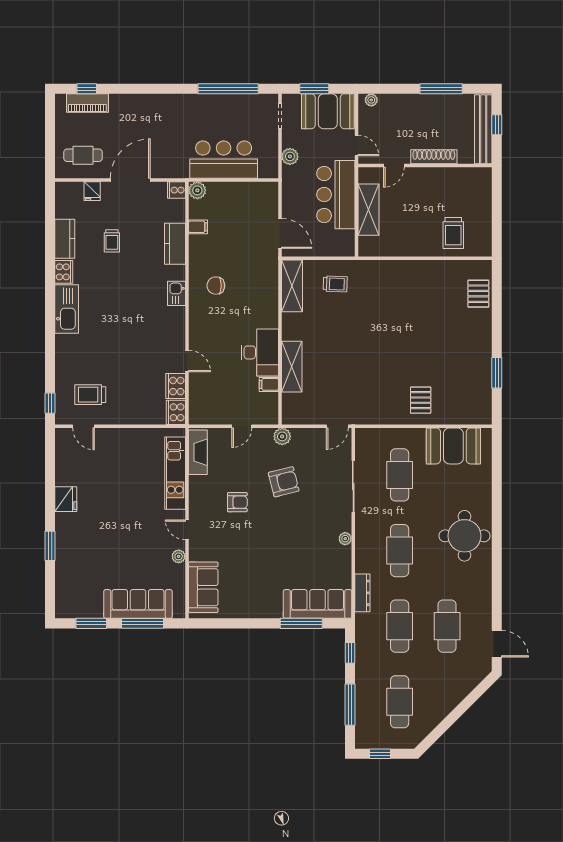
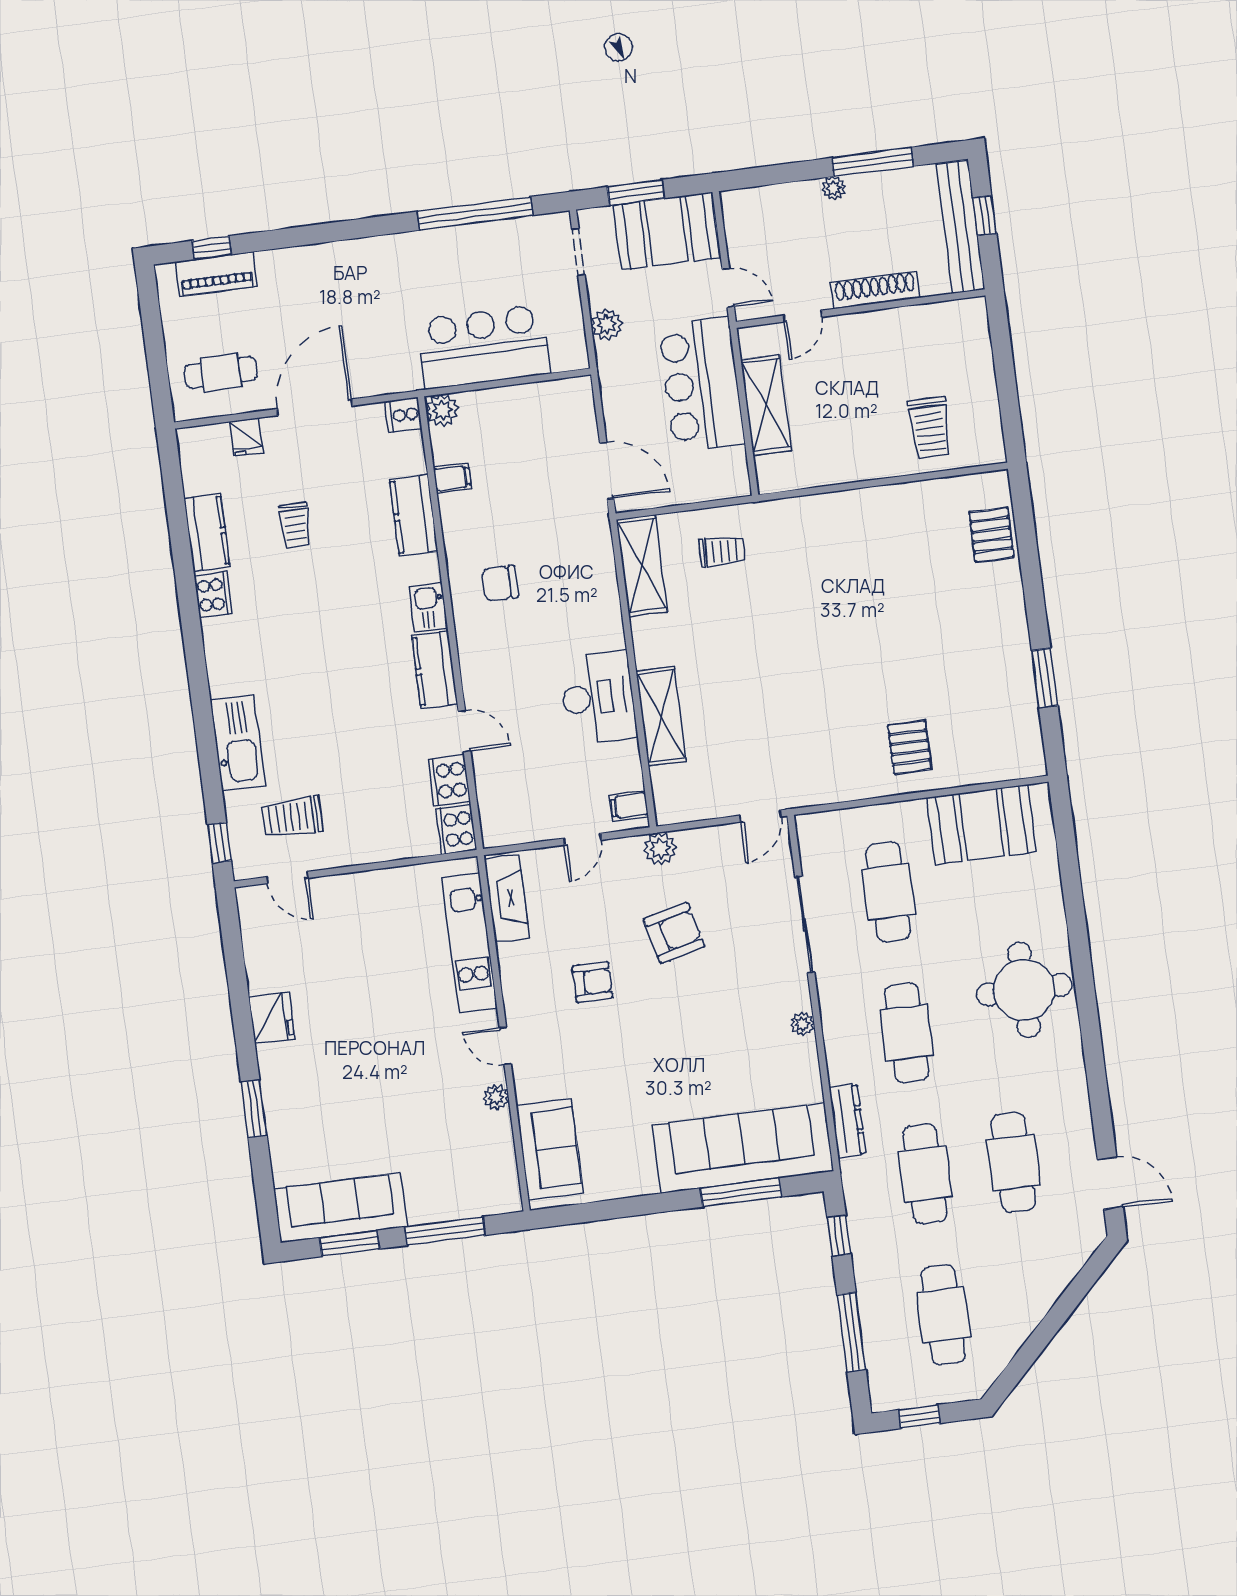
plant: (371, 100) -> (834, 188), moved
kitchen sink: (67, 309) -> (238, 743), moved
kitchen counter: (176, 327) -> (435, 670), added
filing cabinet: (269, 384) -> (629, 806), moved
sofa: (138, 604) -> (341, 1208), moved
sofa: (318, 604) -> (743, 1148), width x1.36, depth x1.27

